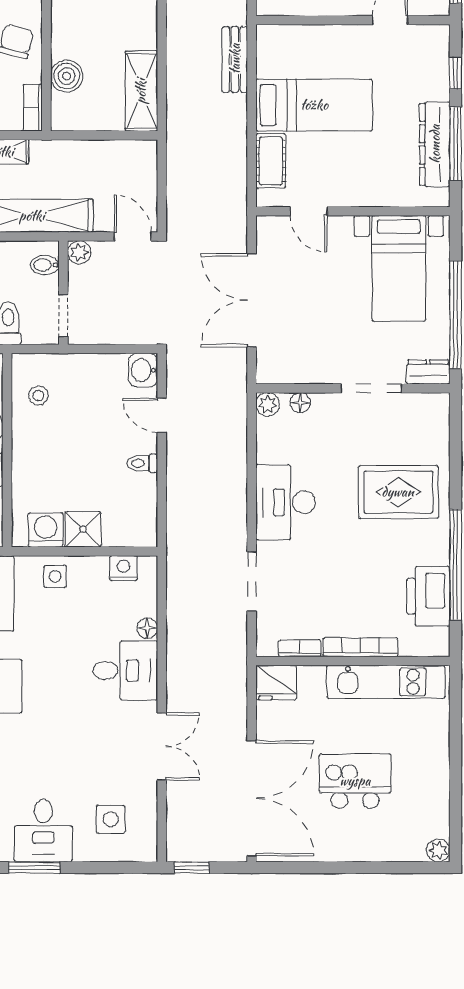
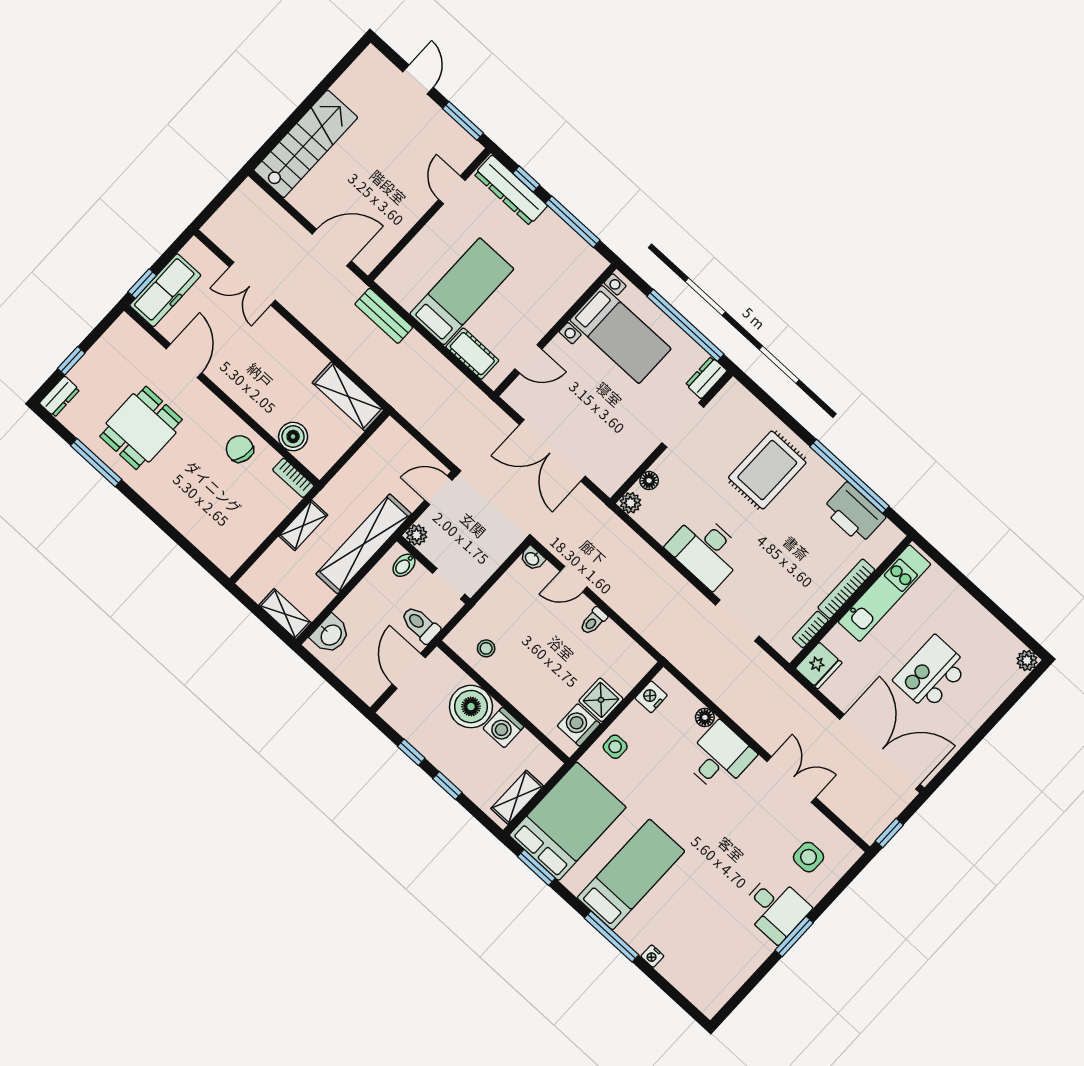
dresser: (435, 144) -> (511, 190), moved
washbasin: (143, 370) -> (532, 558), width x0.72, depth x0.69

